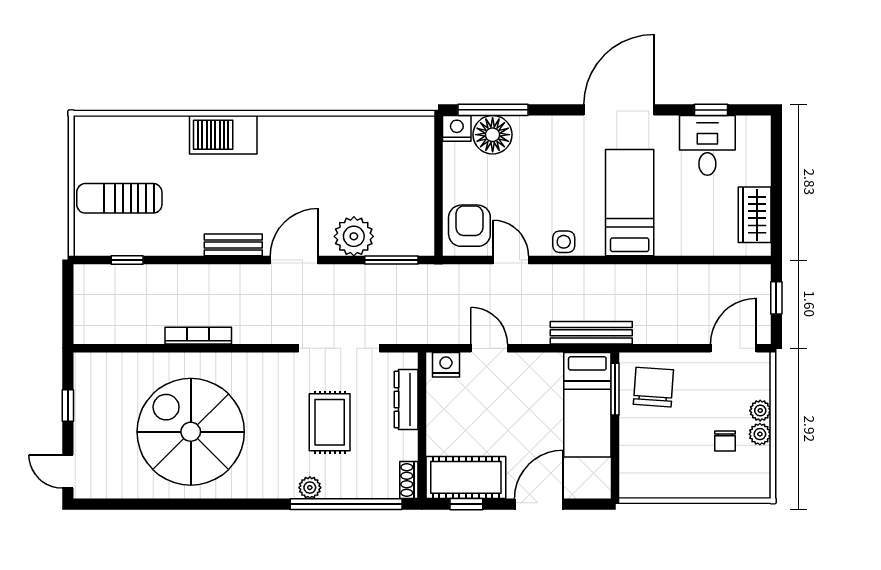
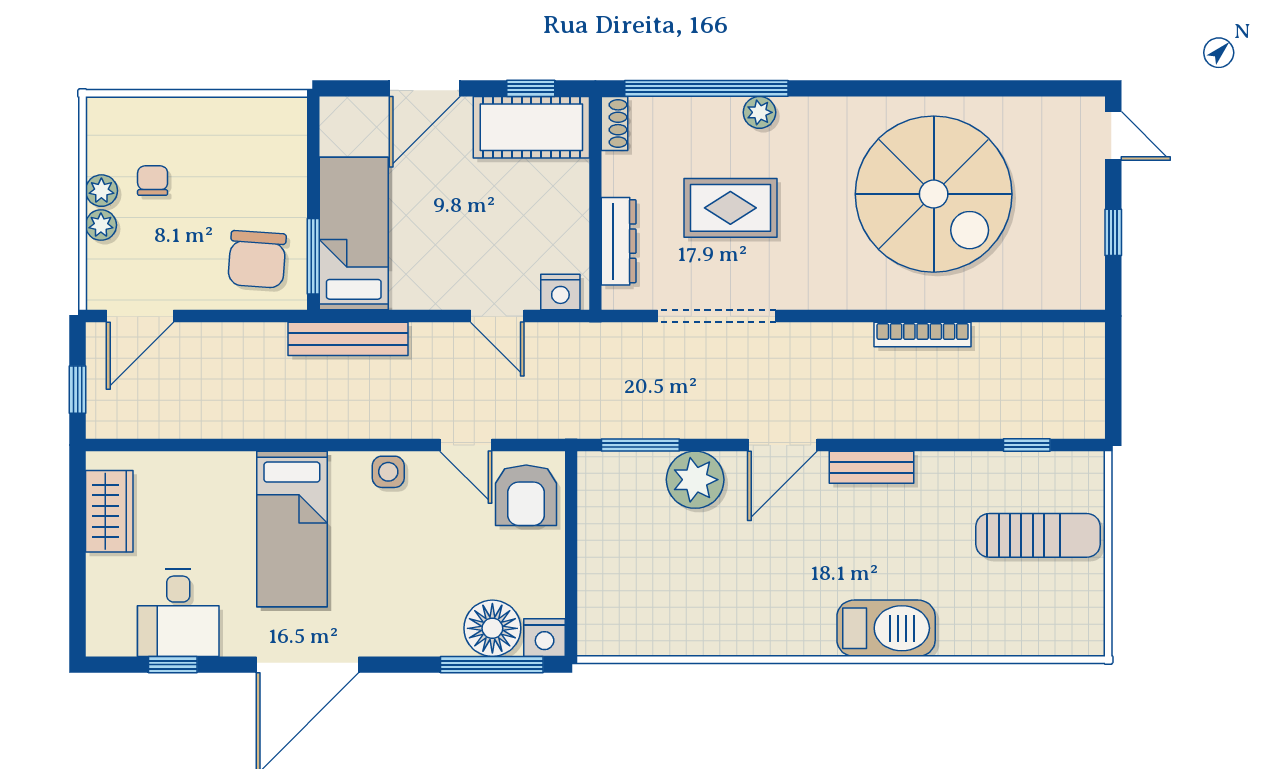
rug: (330, 422) -> (730, 208), turned 90

